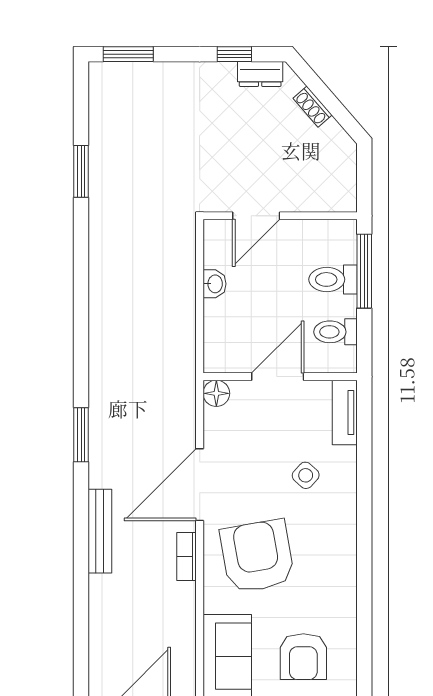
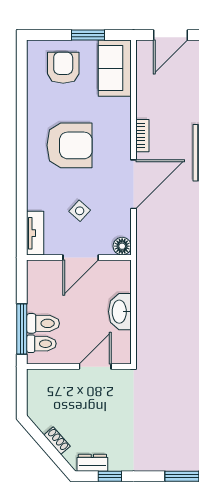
washbasin: (214, 284) -> (120, 312), width x1.91, depth x1.45
toilet: (335, 332) -> (41, 344), moved
side table: (306, 475) -> (80, 211), moved
armchair: (257, 556) -> (70, 145), moved, turned -80

